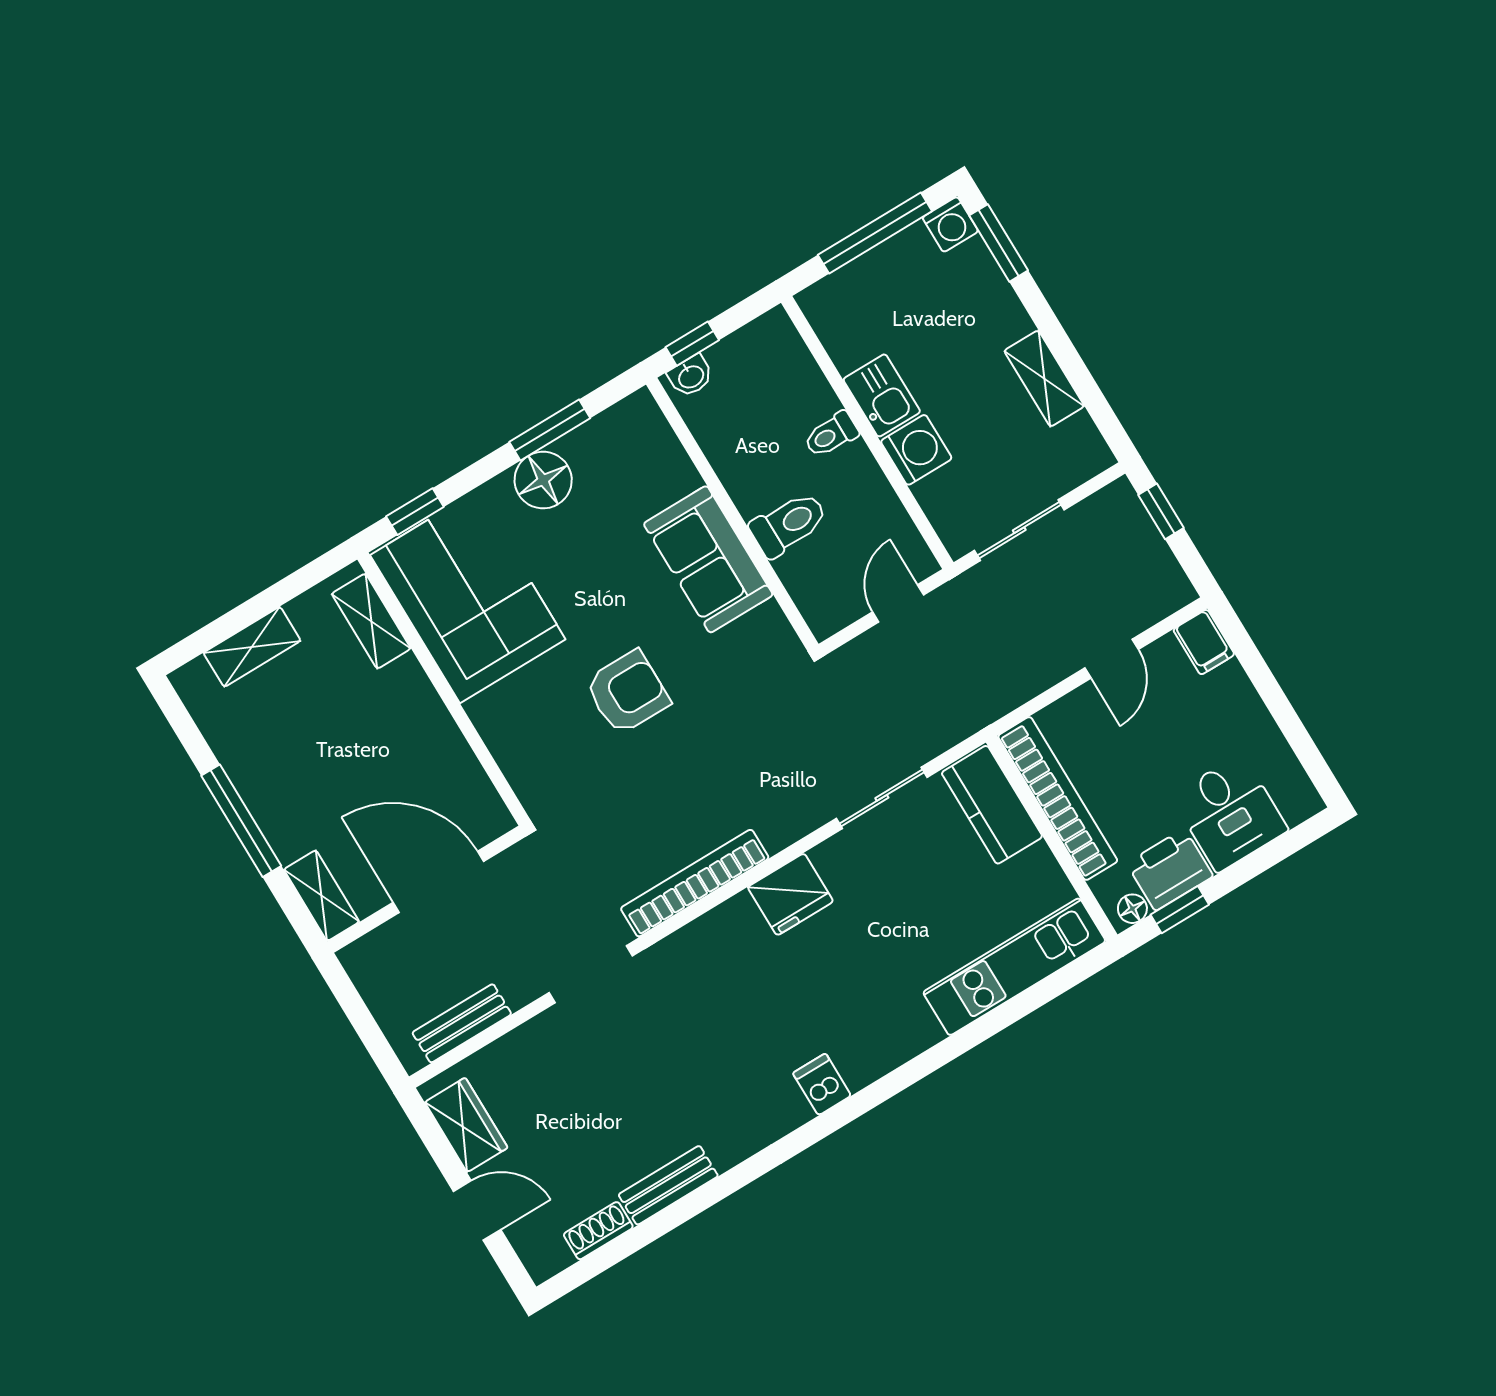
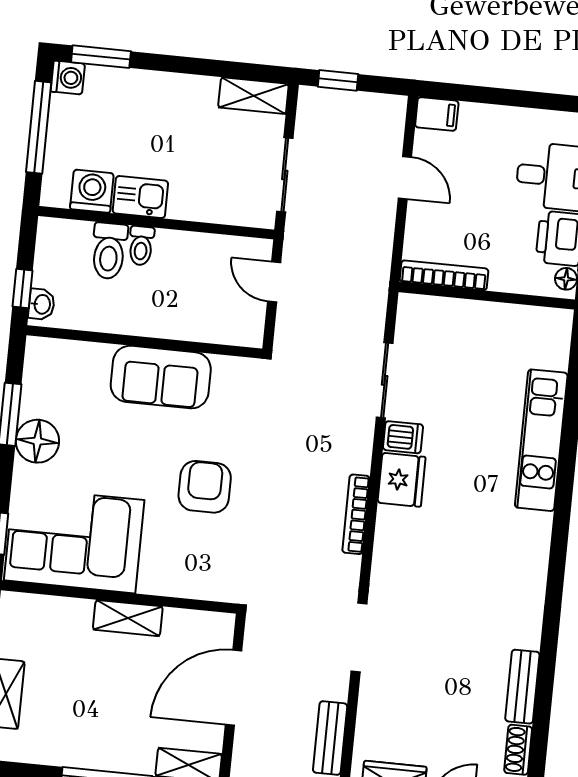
shelving: (1044, 378) -> (253, 96), moved
washing machine: (916, 450) -> (92, 191), moved
toilet: (789, 524) -> (109, 251), moved, turned 180
shelving: (371, 621) -> (128, 618), moved
bookcase: (1058, 799) -> (444, 275), width x0.68, depth x0.76
kitchen counter: (992, 805) -> (439, 317), removed
bookcase: (695, 883) -> (356, 514), width x0.68, depth x0.76
kitchen unit: (1014, 967) -> (541, 440), moved
dishwasher: (822, 1084) -> (403, 437), moved, turned 180

